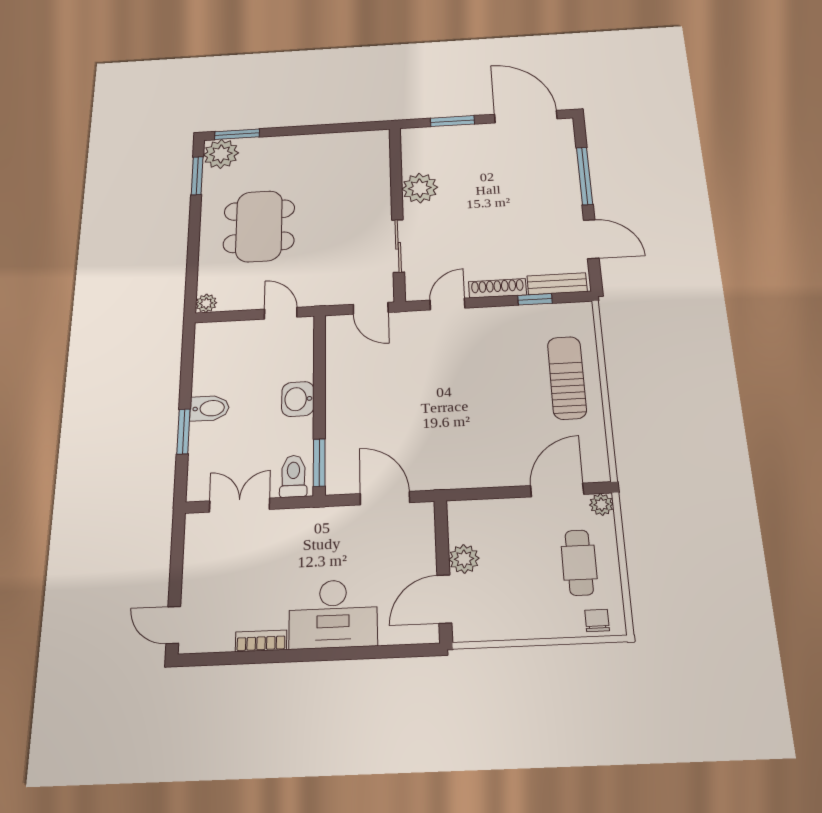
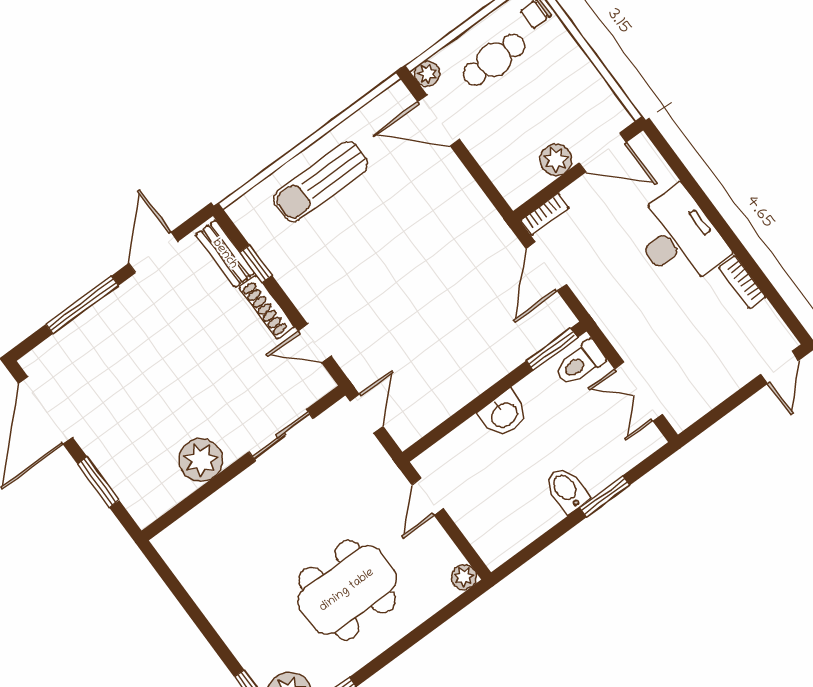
bookcase: (426, 523) -> (545, 214), added

